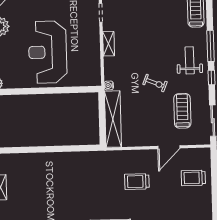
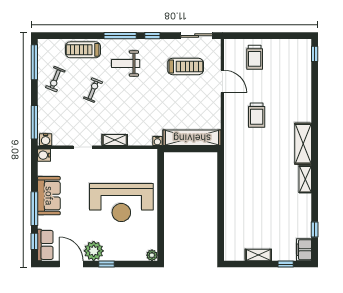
weight bench: (190, 60) -> (126, 64), moved
exercise bike: (155, 83) -> (93, 90), moved
treadmill: (182, 111) -> (186, 66), turned 180

